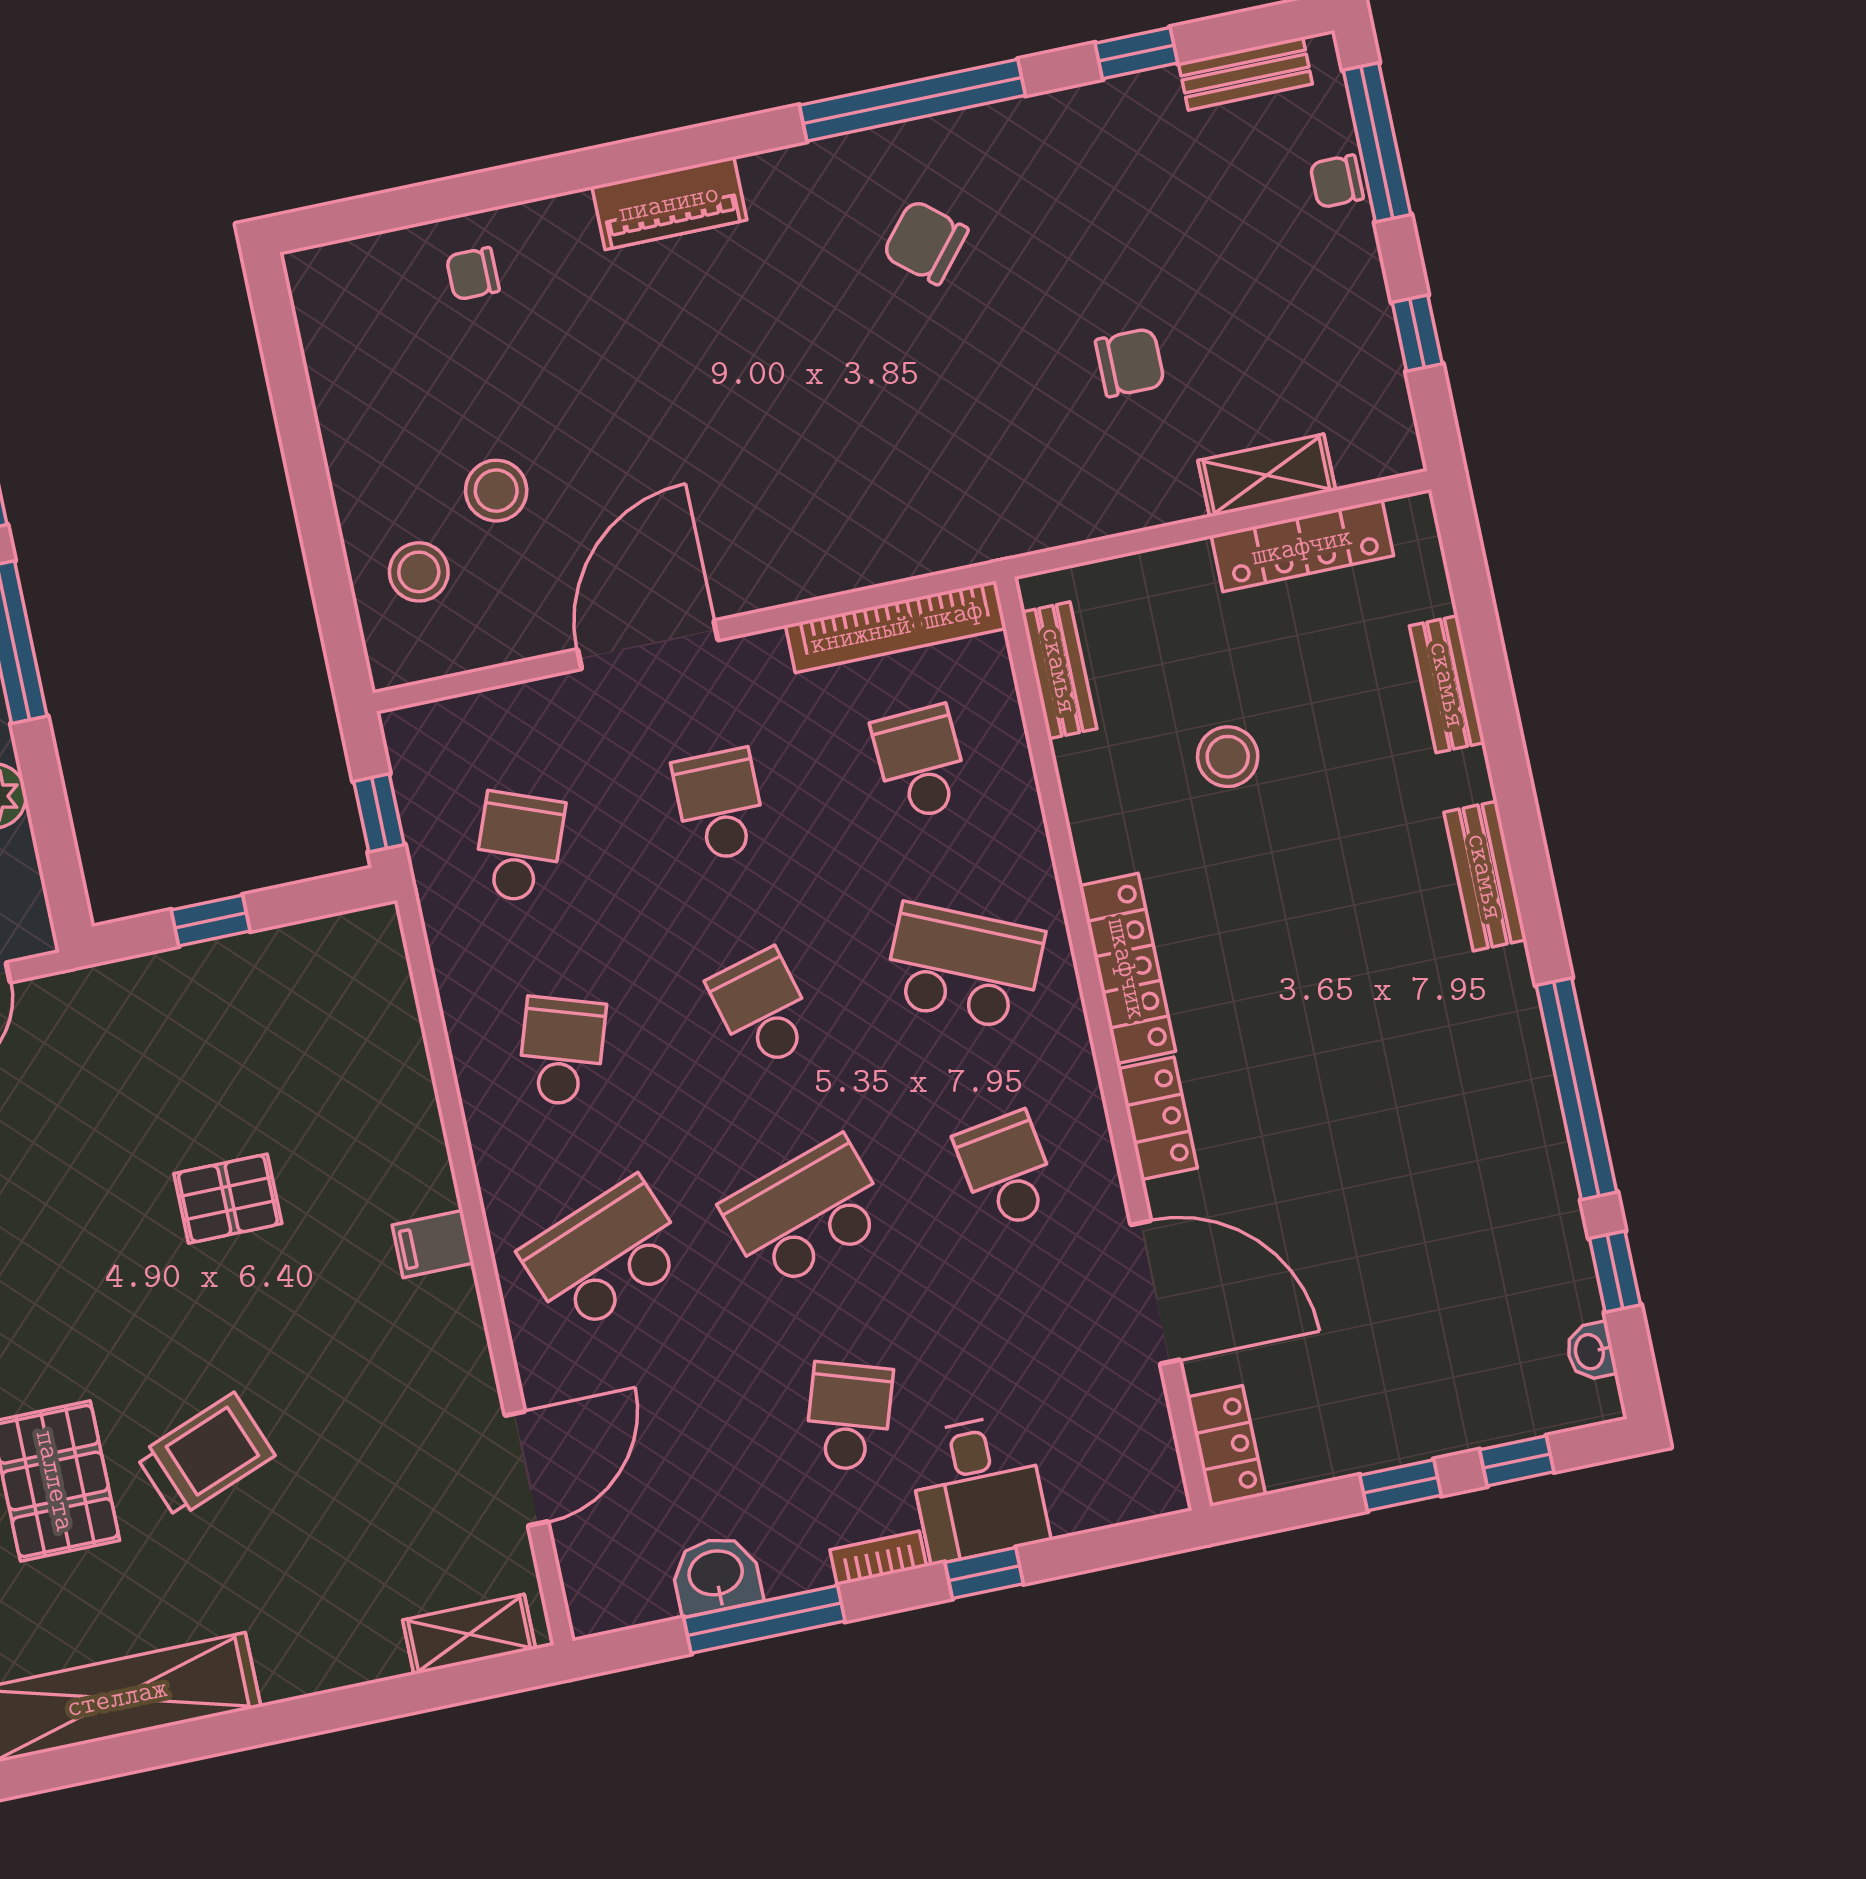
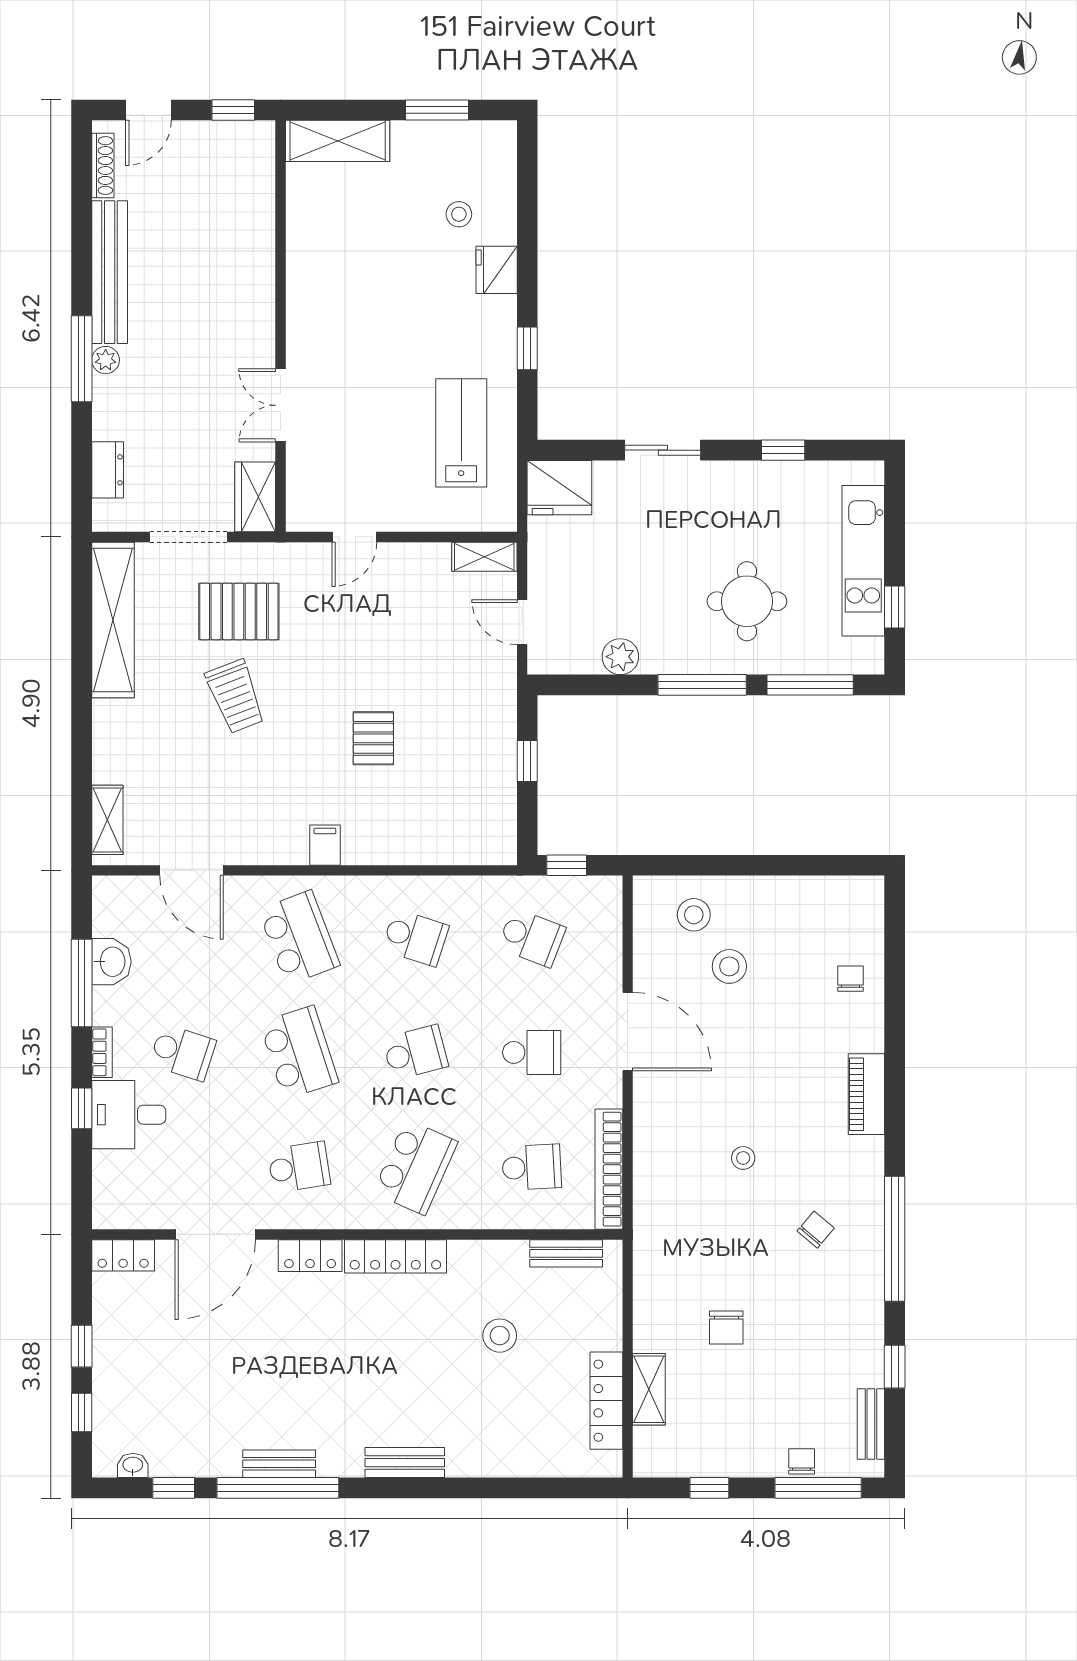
chair: (925, 242) -> (816, 1230), width x0.73, depth x0.73
stool: (827, 396) -> (743, 1158), added
bench: (1447, 684) -> (279, 1464), moved

